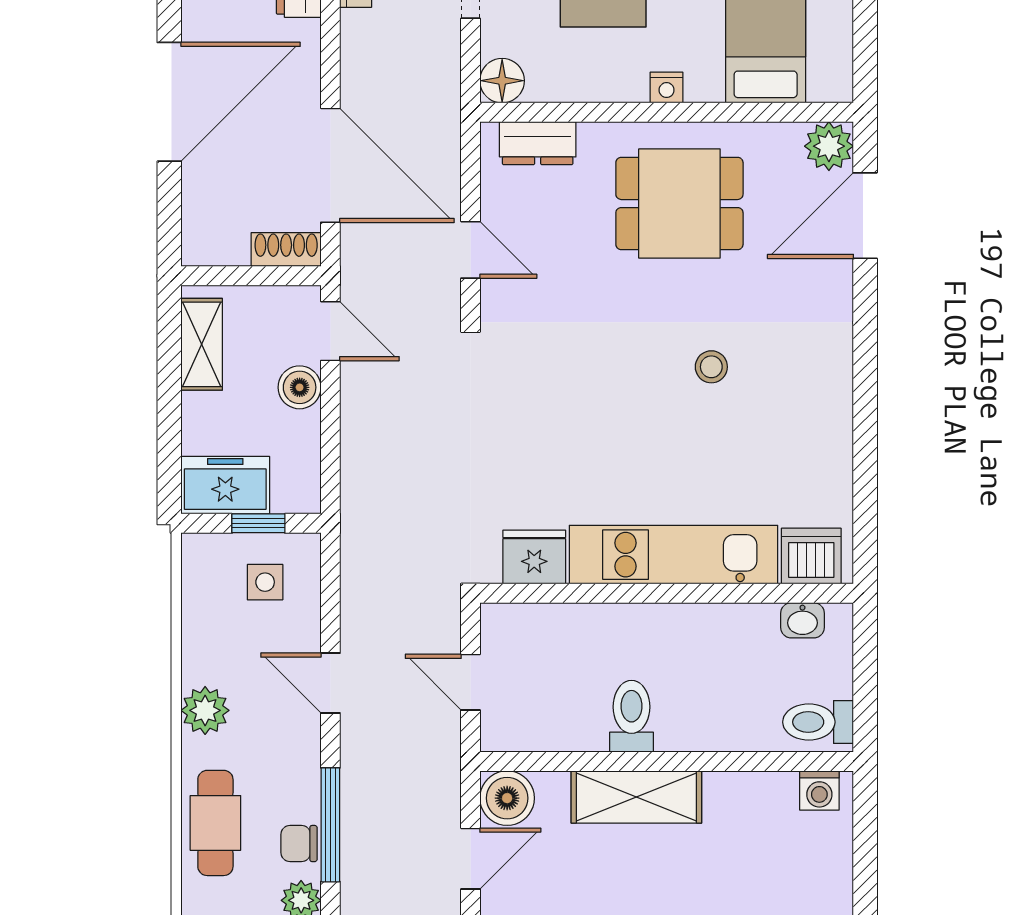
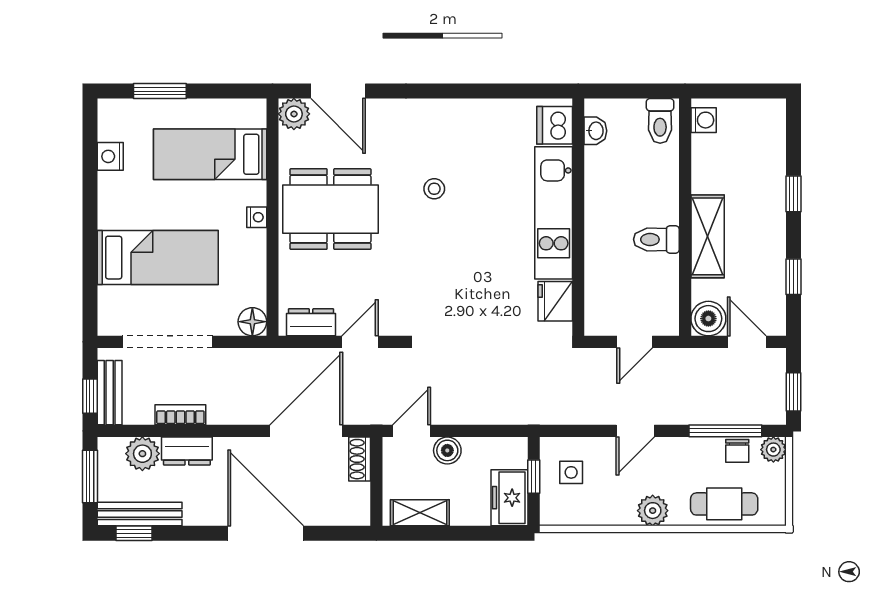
dresser: (538, 143) -> (311, 322), moved, turned -90
dining table: (679, 204) -> (330, 209), width x1.38

